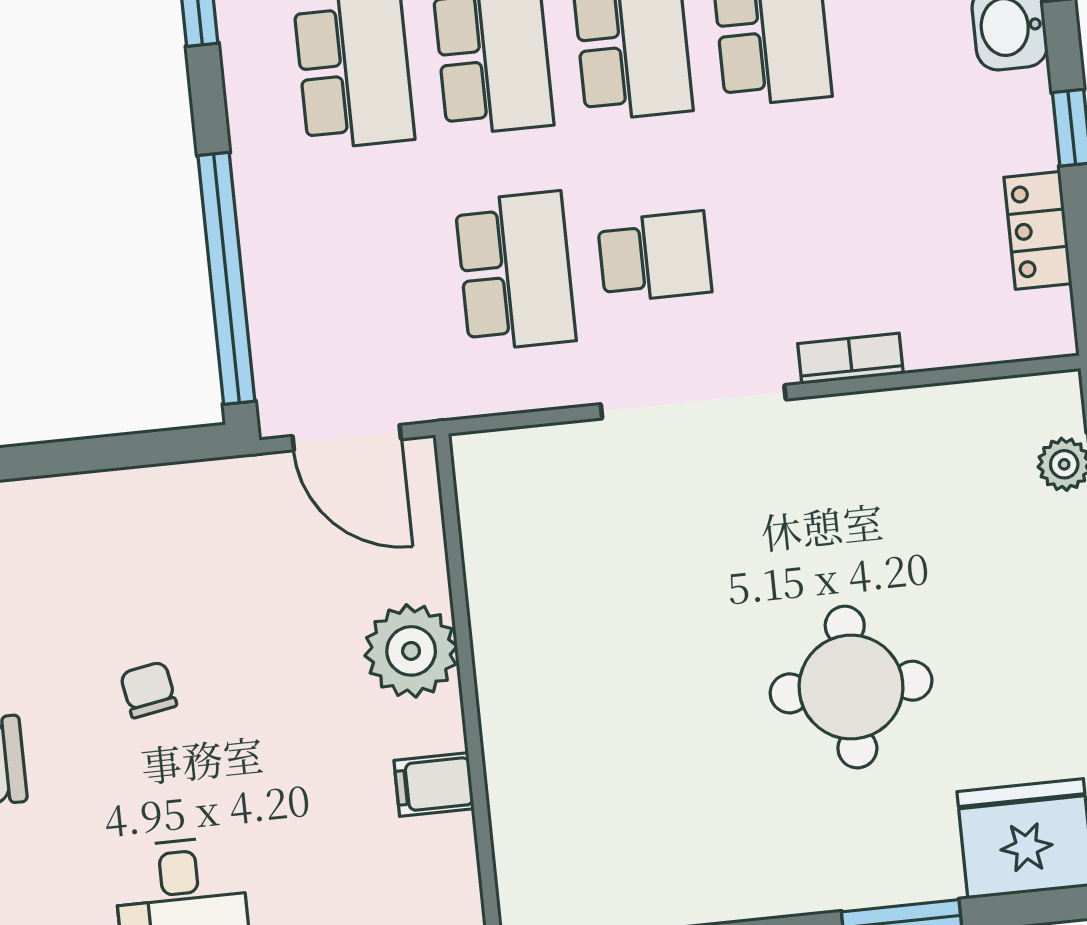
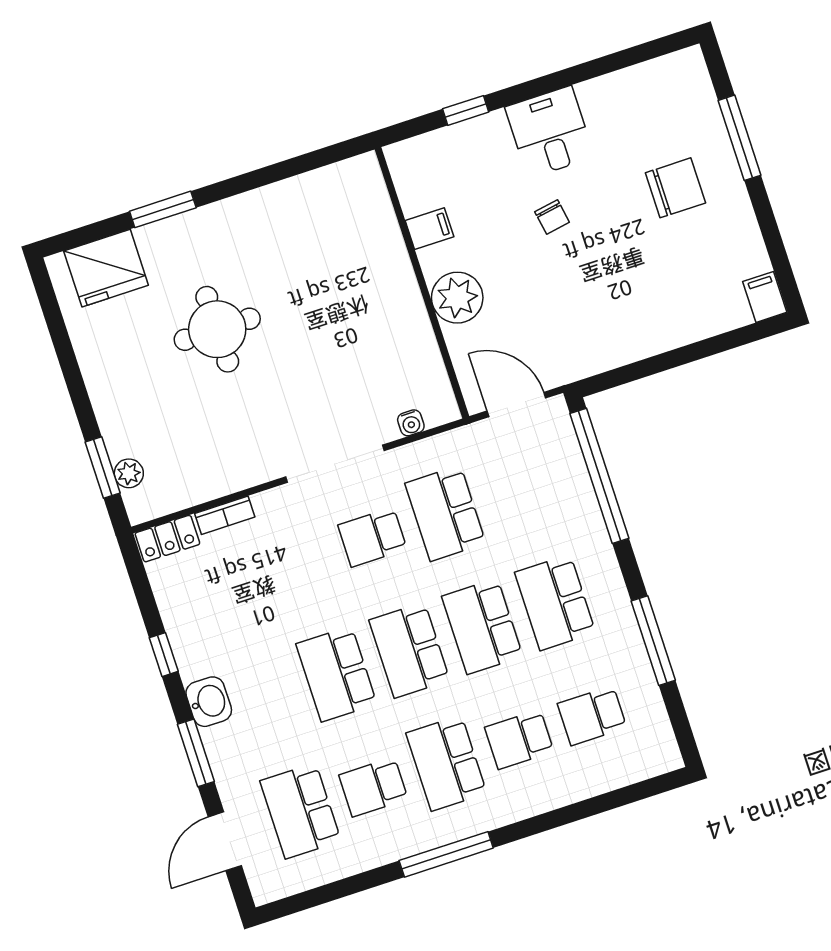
locker: (1038, 230) -> (167, 539), moved, turned 90
bookcase: (850, 359) -> (225, 515), moved
water cooler: (542, 445) -> (411, 423), added
chair: (148, 690) -> (552, 217), moved

